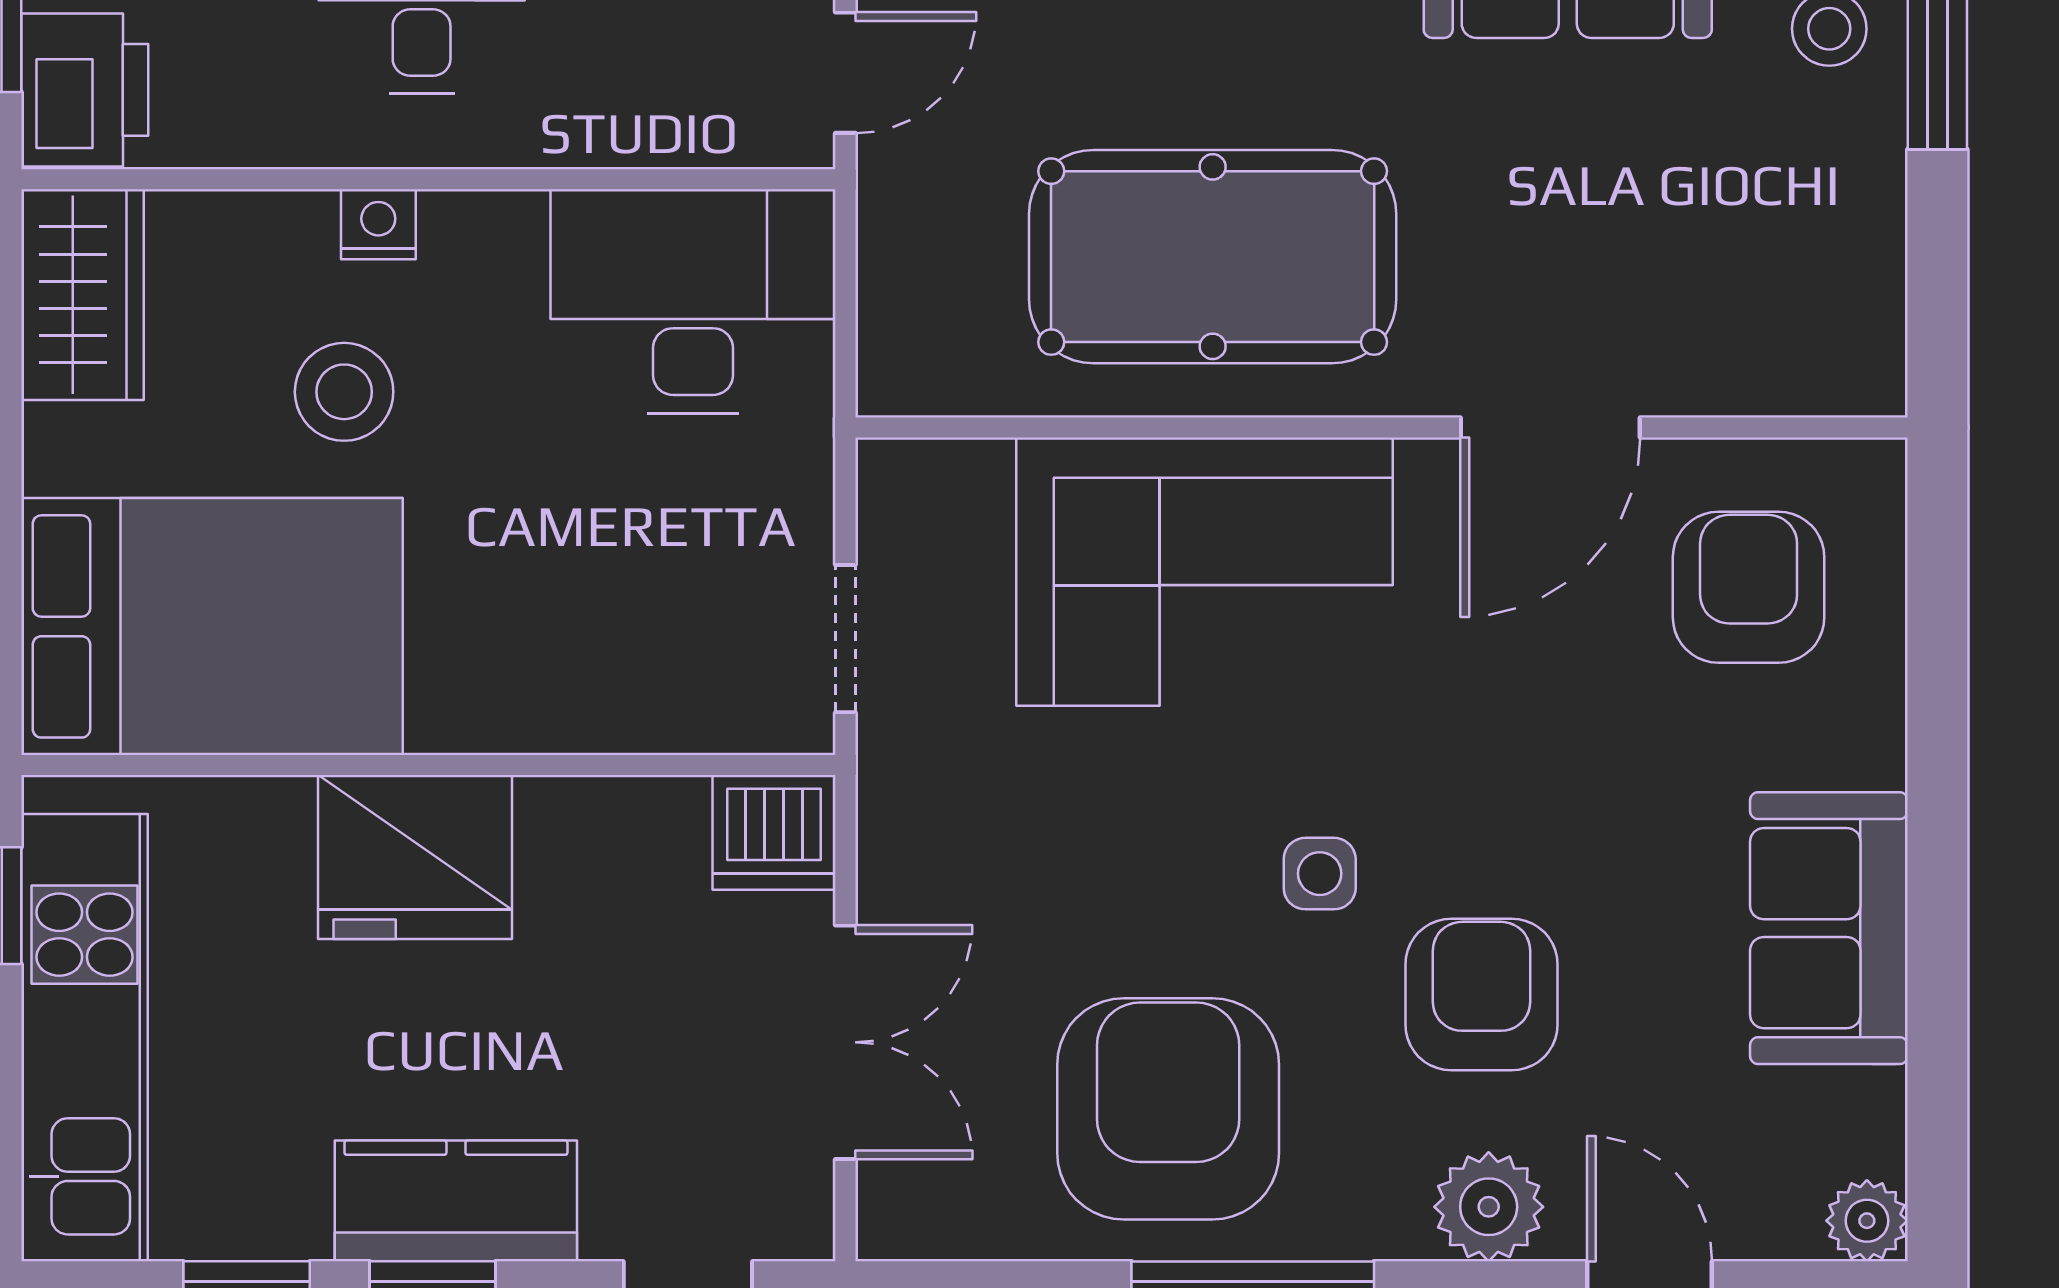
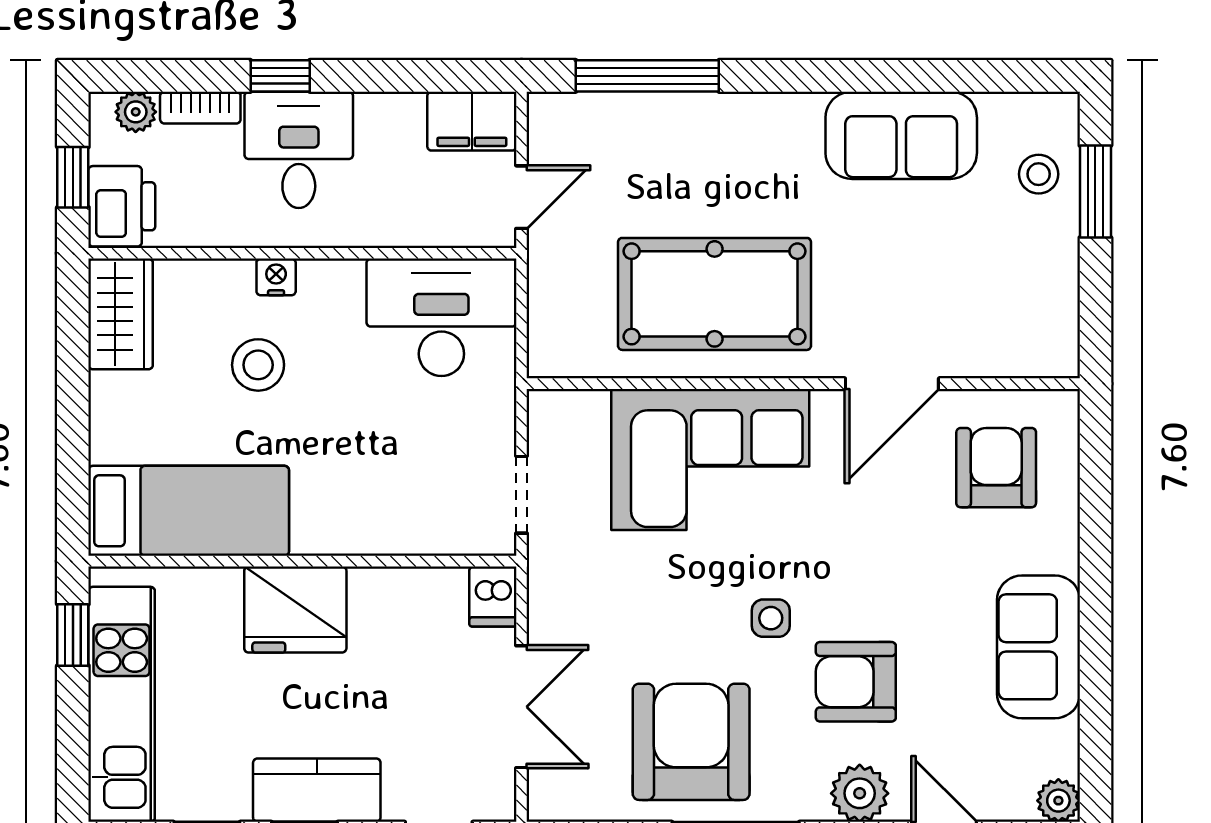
bed: (212, 626) -> (189, 511), width x0.67
dishwasher: (774, 832) -> (493, 597), width x0.73
armchair: (1481, 995) -> (856, 682), turned -90

